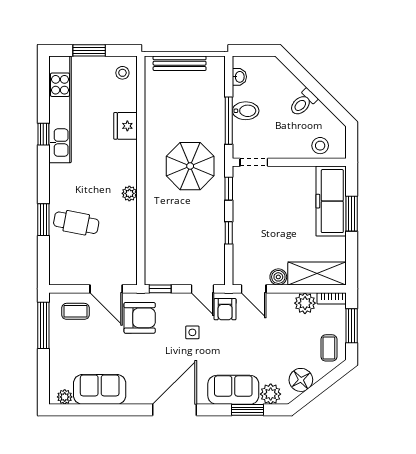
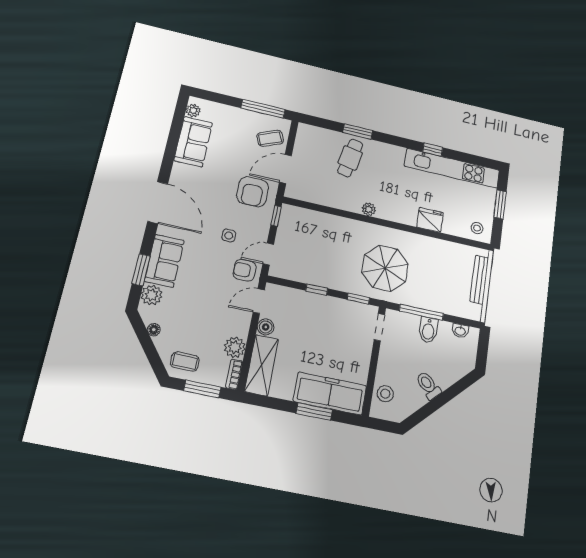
coffee table: (75, 311) -> (270, 138), turned 67
floor lamp: (301, 380) -> (154, 330), width x0.53, depth x0.53

